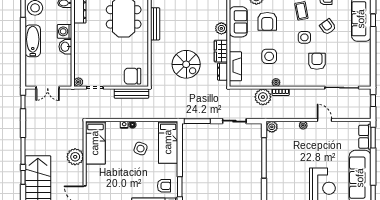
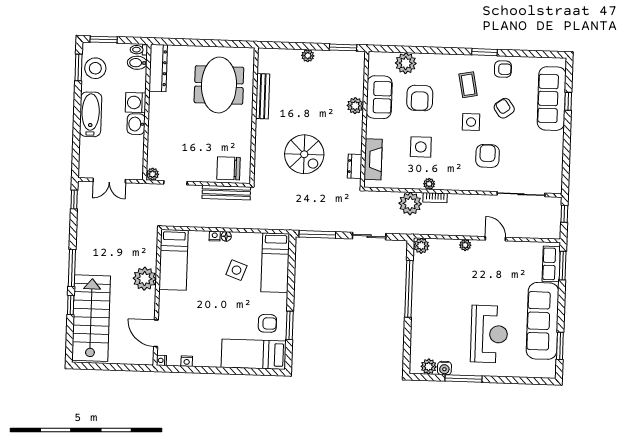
wardrobe: (221, 51) -> (353, 137), removed

